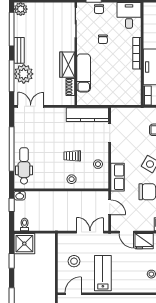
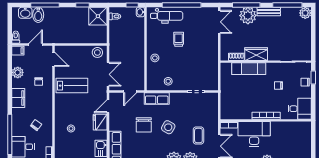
kitchen counter: (87, 115) -> (212, 72), removed
trolley: (72, 156) -> (179, 39), moved
stool: (74, 261) -> (97, 52), moved

